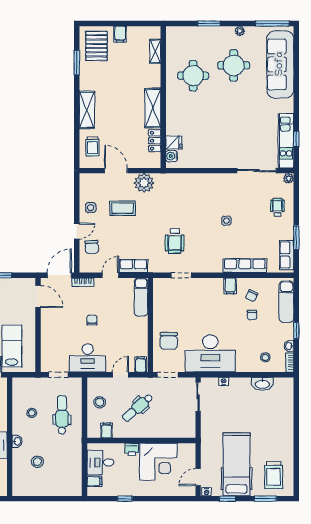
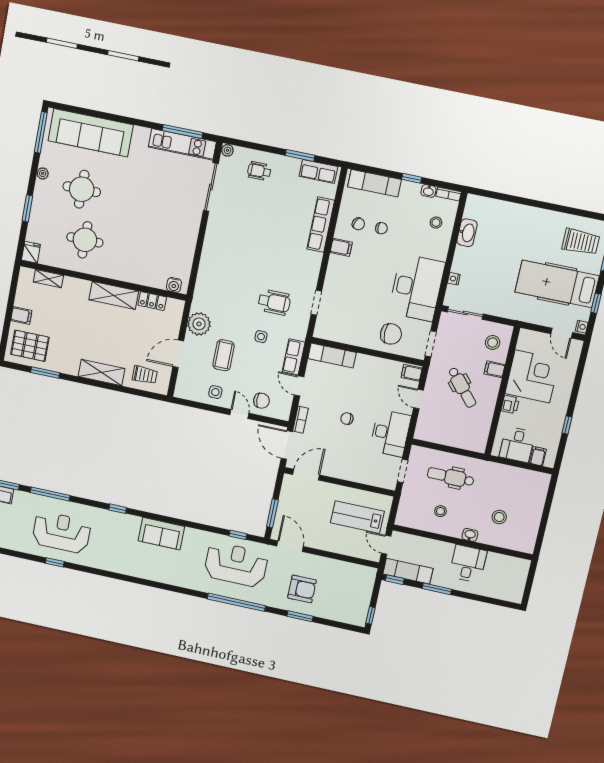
window: (296, 139) -> (182, 131), width x2.17
fridge: (174, 142) -> (31, 252), moved
side table: (226, 221) -> (261, 337), moved
stool: (100, 402) -> (493, 342), moved
filing cabinet: (107, 430) -> (495, 369), moved

